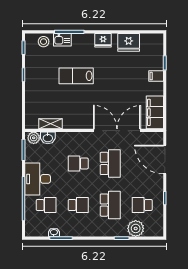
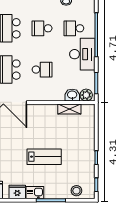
kitchen sink: (62, 40) -> (35, 193), moved

